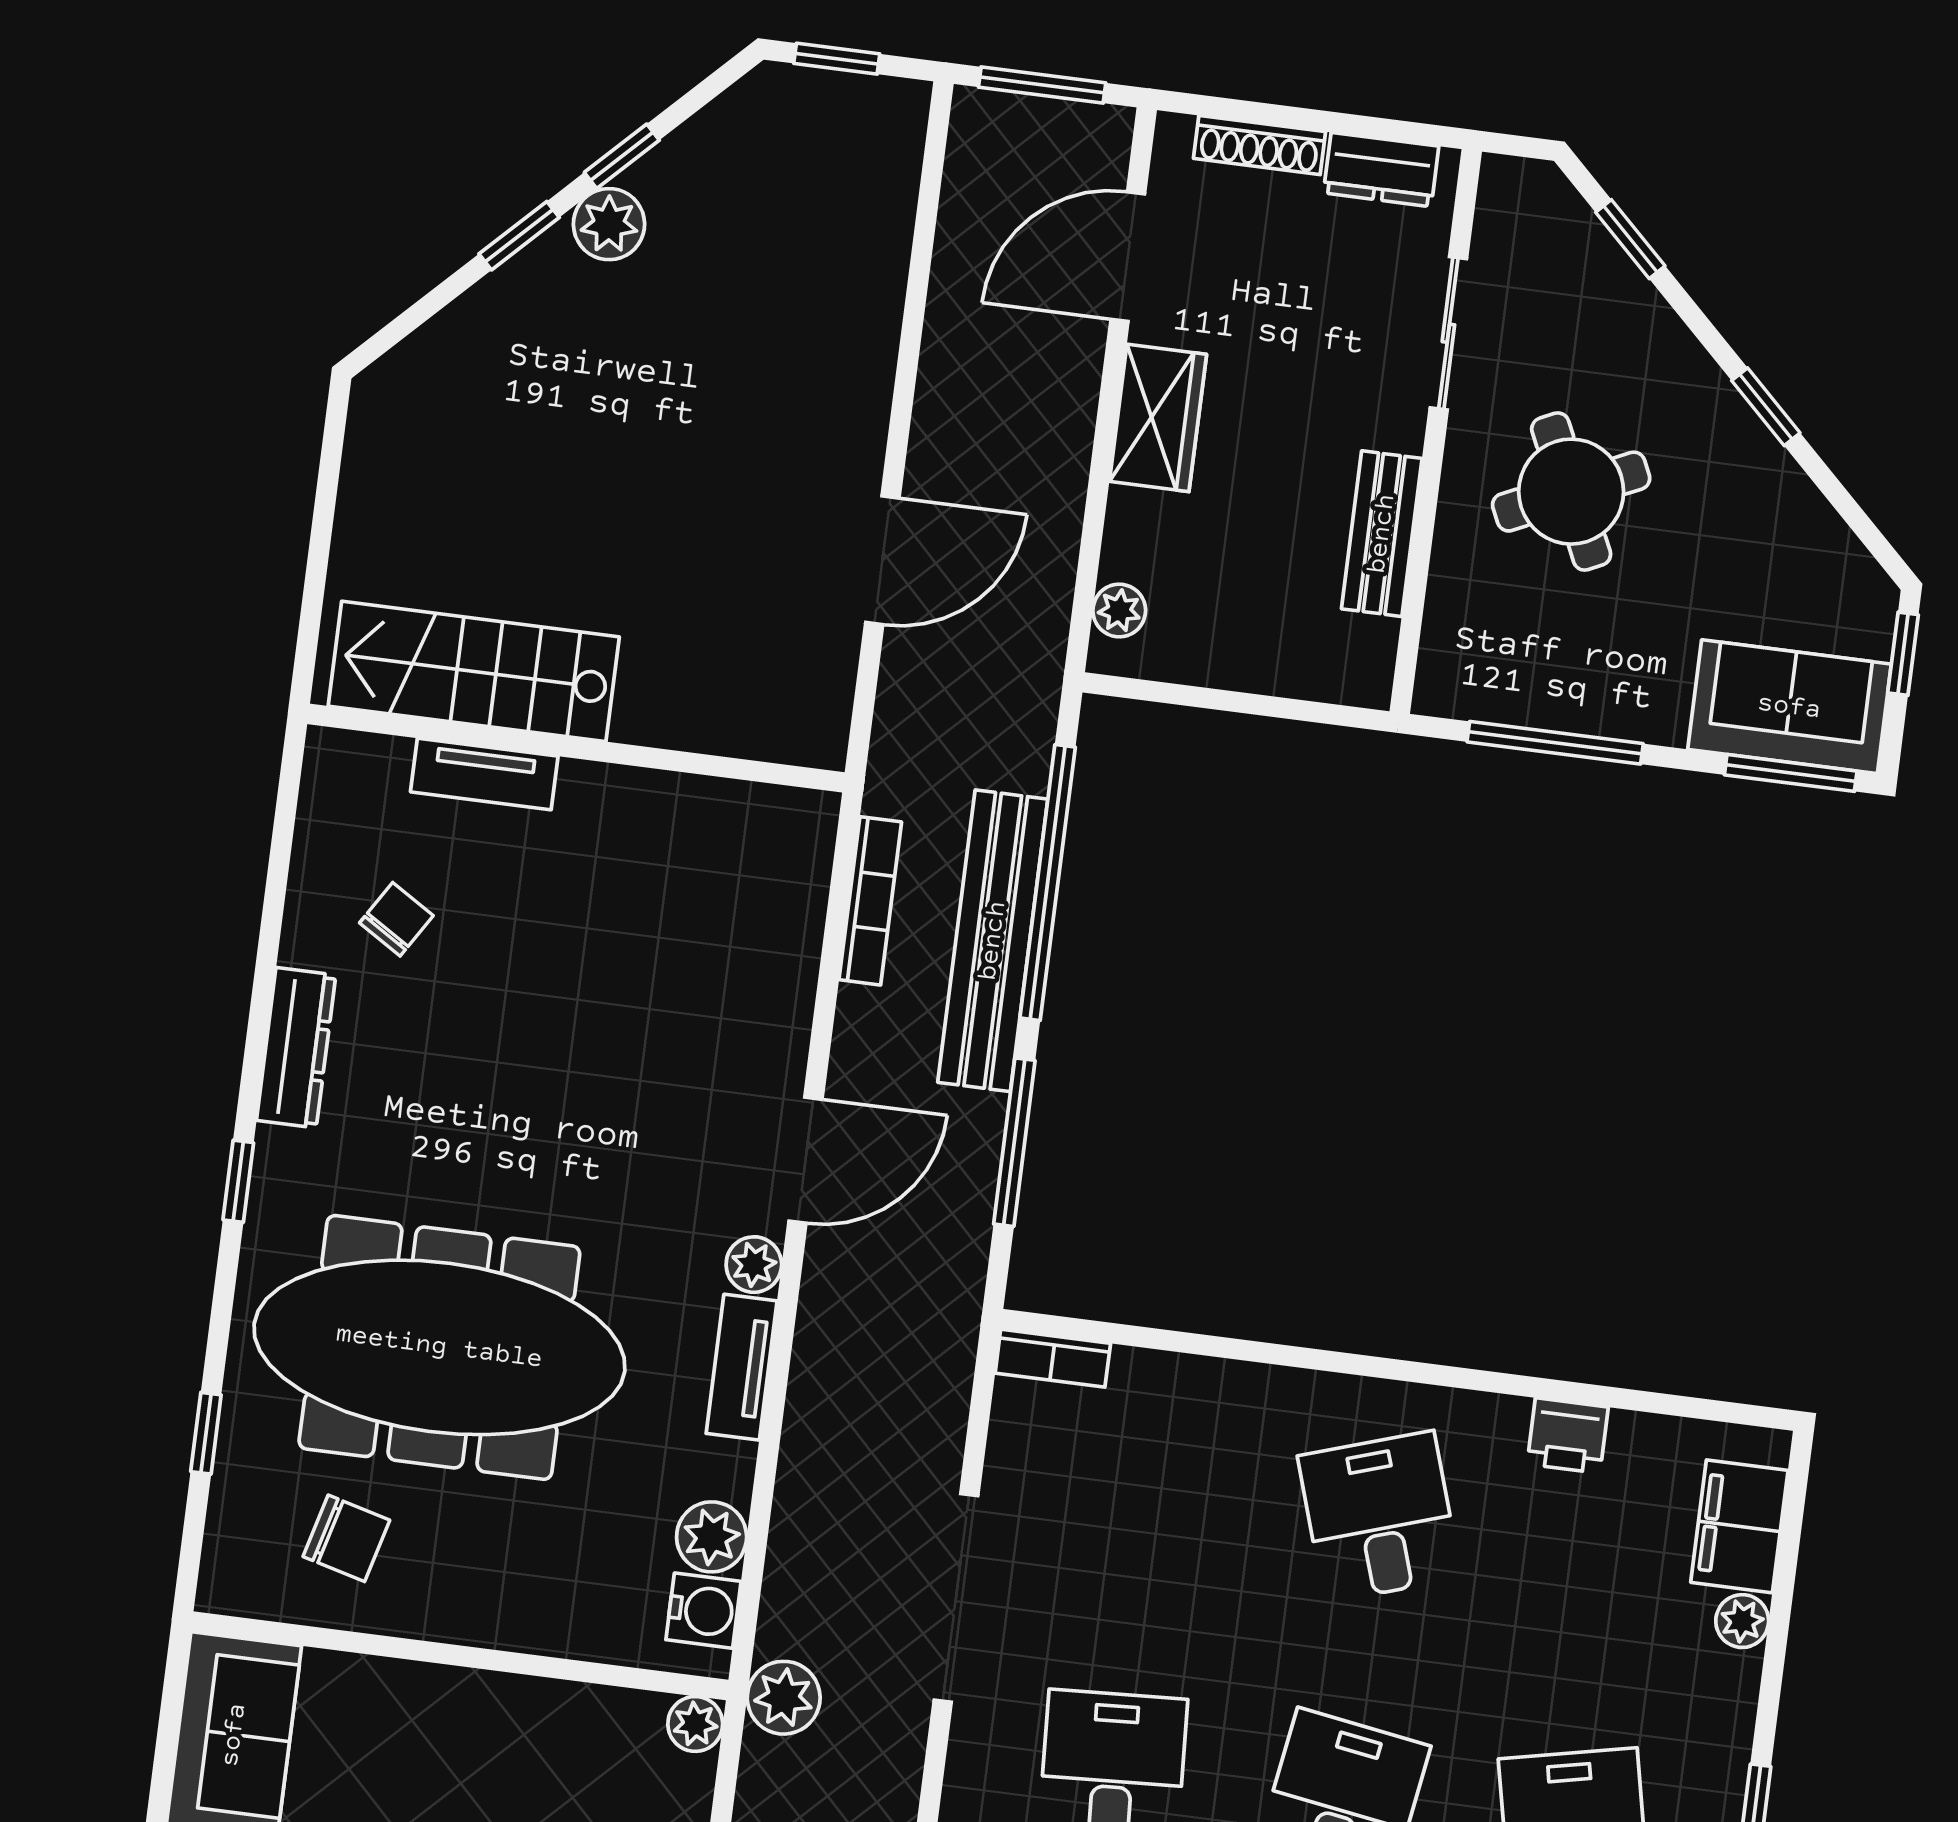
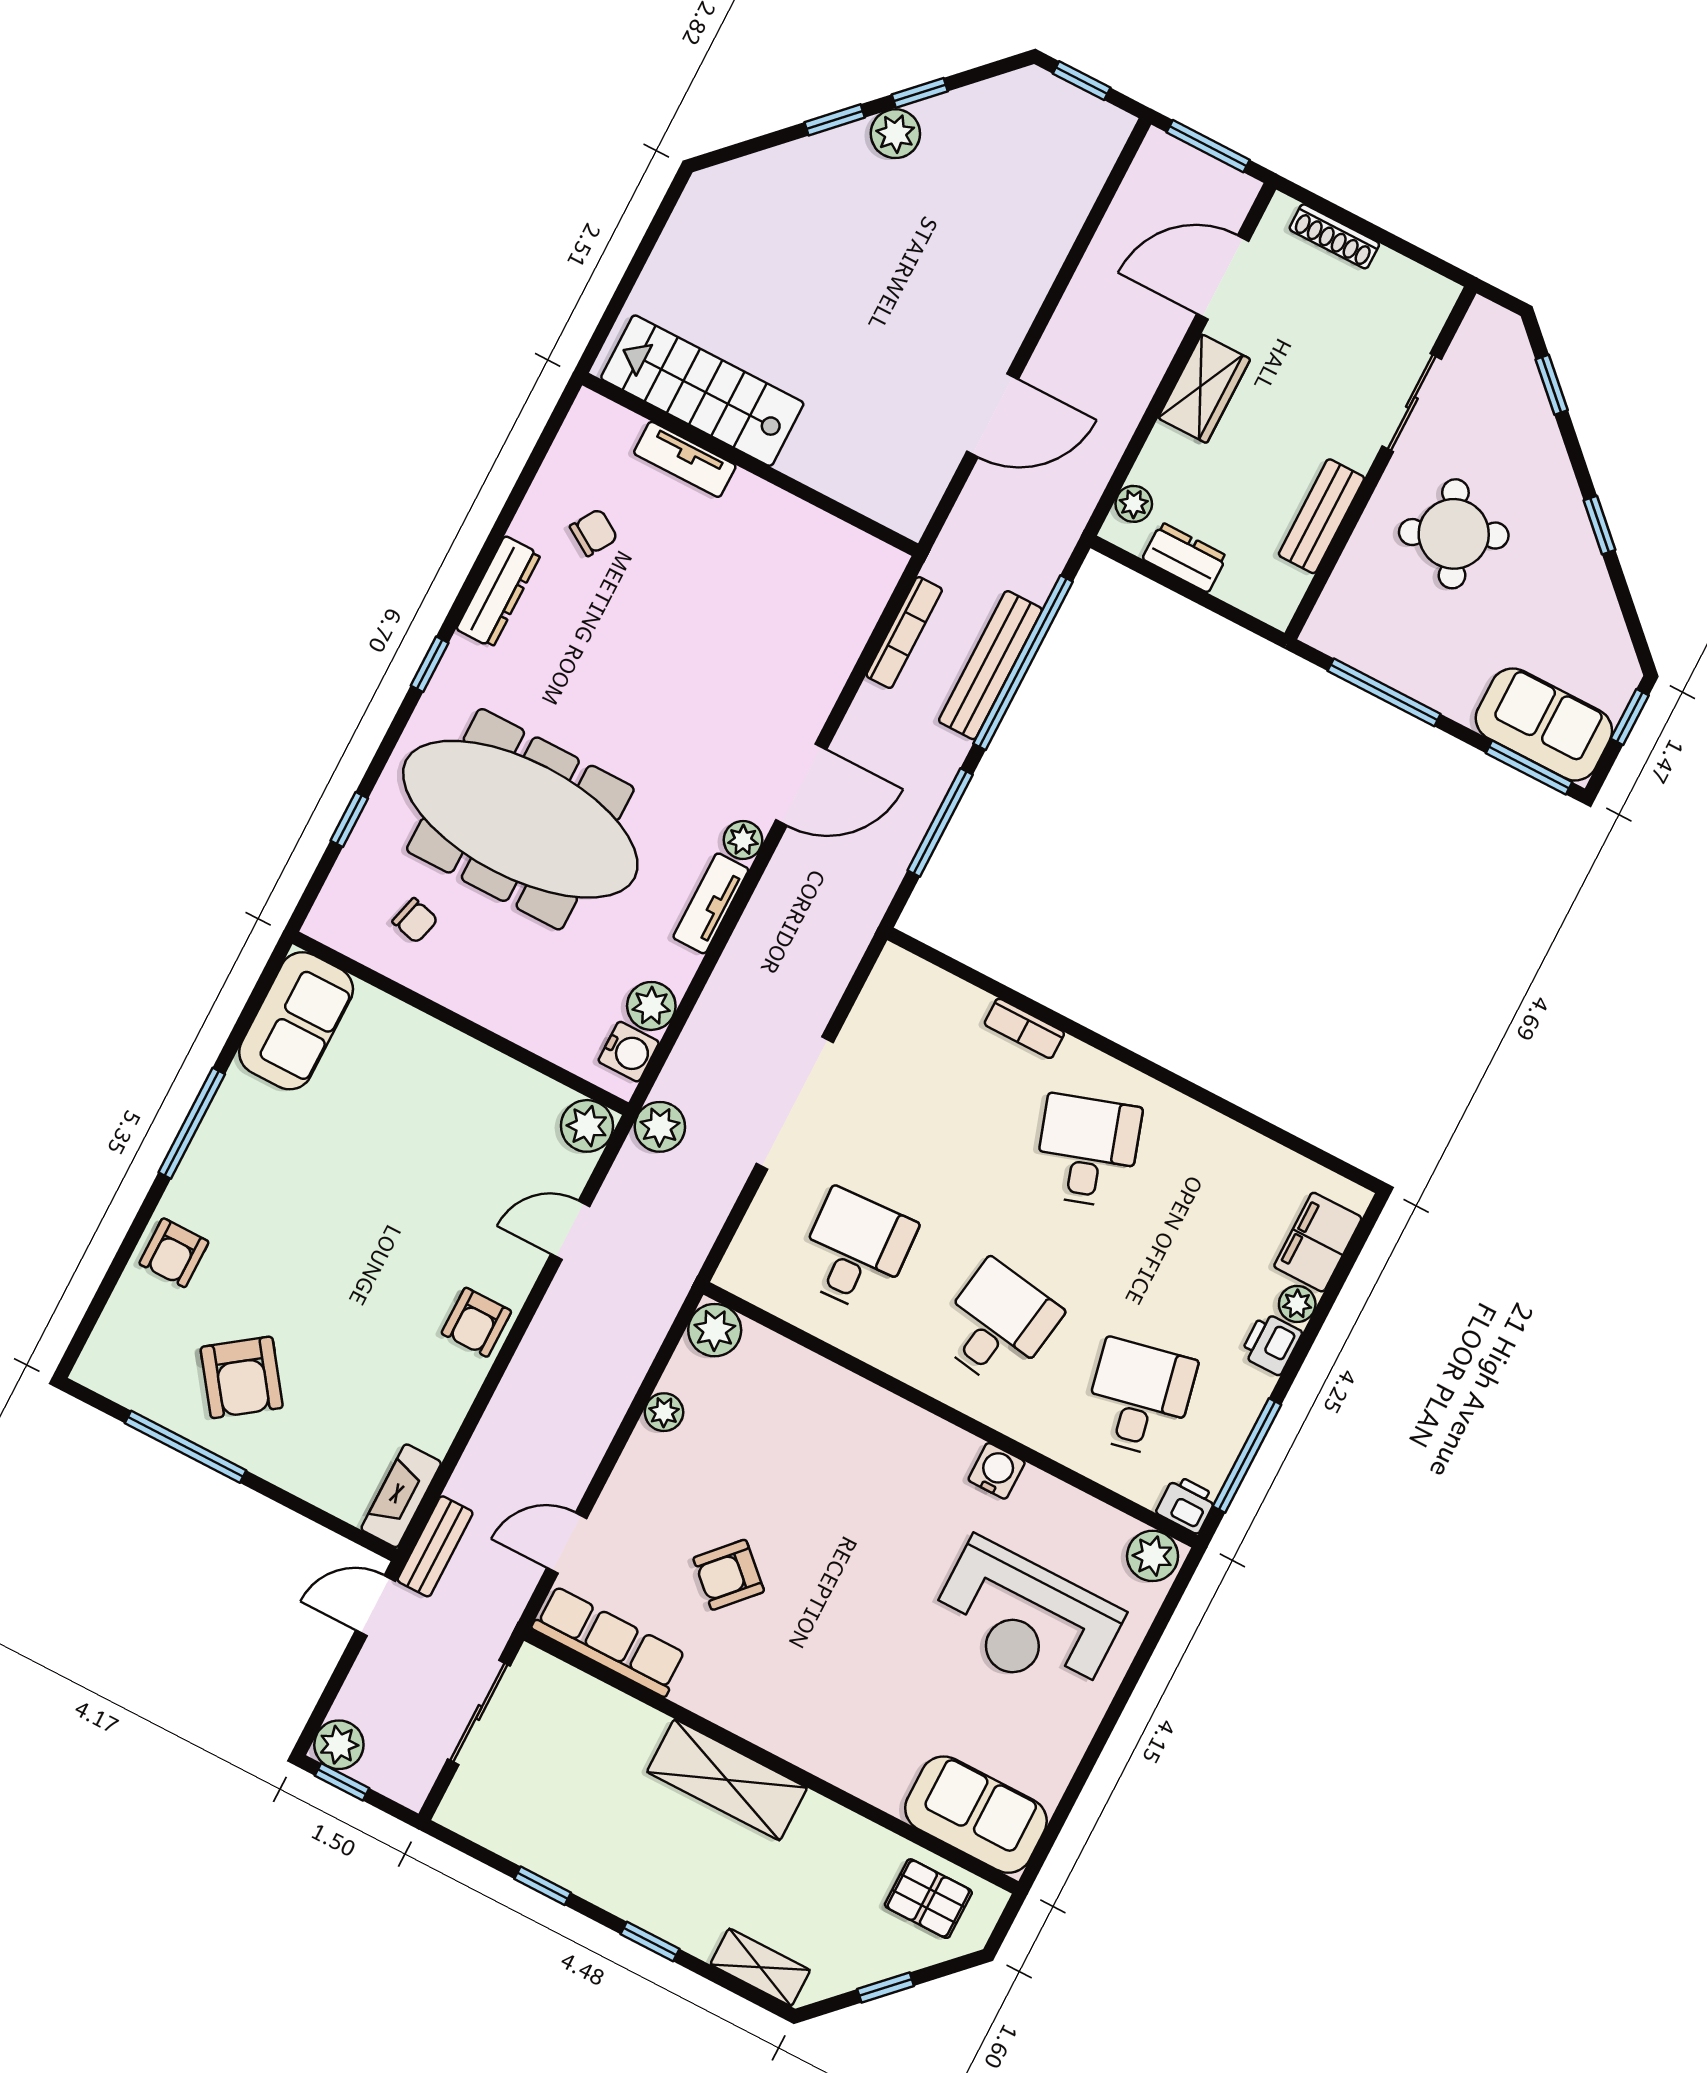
dresser: (1381, 170) -> (1185, 557), moved, turned 180
bench: (993, 941) -> (990, 665), width x0.73, depth x0.82
bookcase: (1053, 1358) -> (1024, 1028), moved
printer: (1568, 1436) -> (1271, 1344), moved, turned 90
chair: (346, 1538) -> (415, 921), width x0.73, depth x0.73
plant: (695, 1724) -> (587, 1126), width x1.38, depth x1.38

